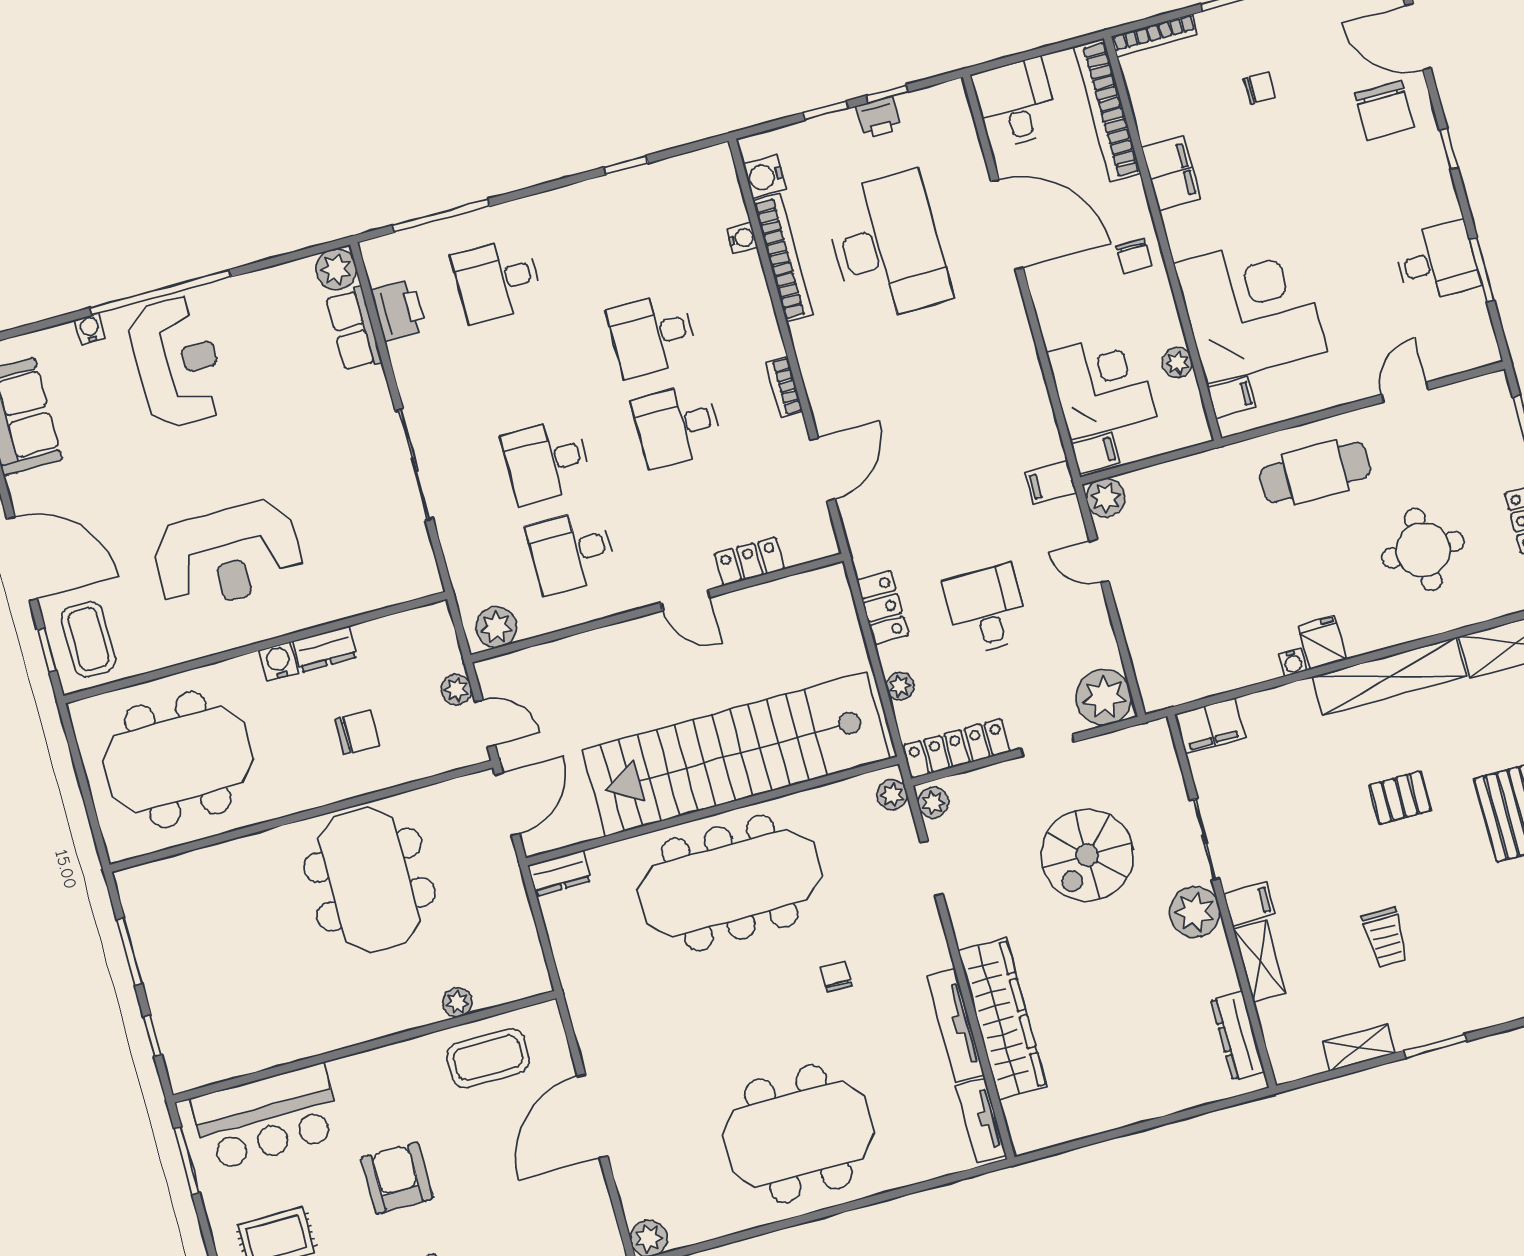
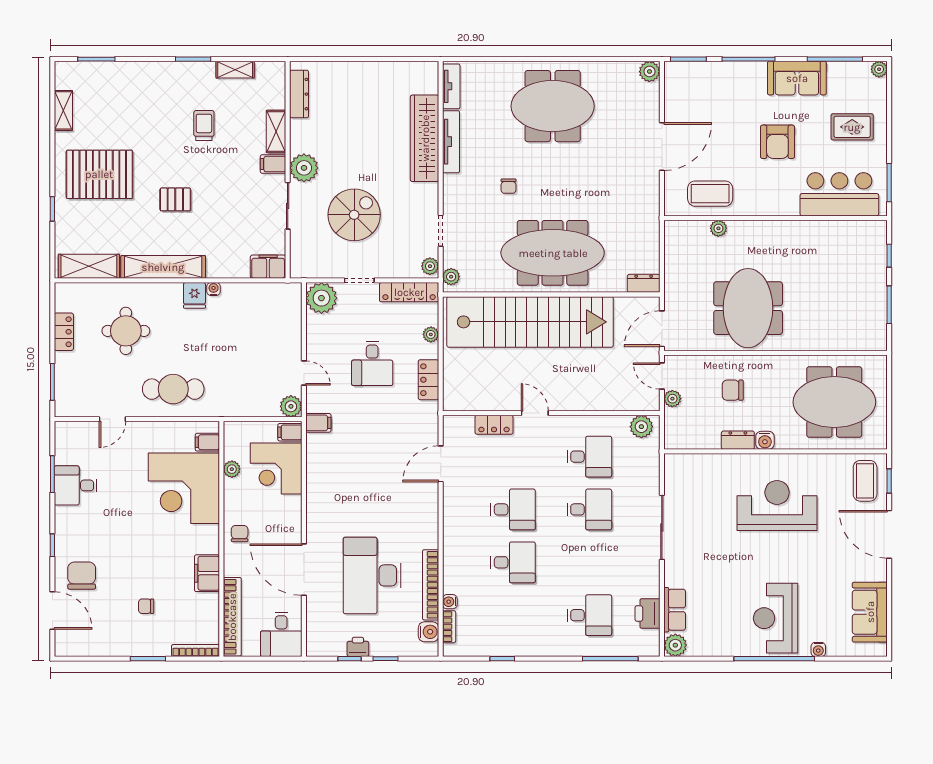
bookcase: (784, 387) -> (449, 627), moved

